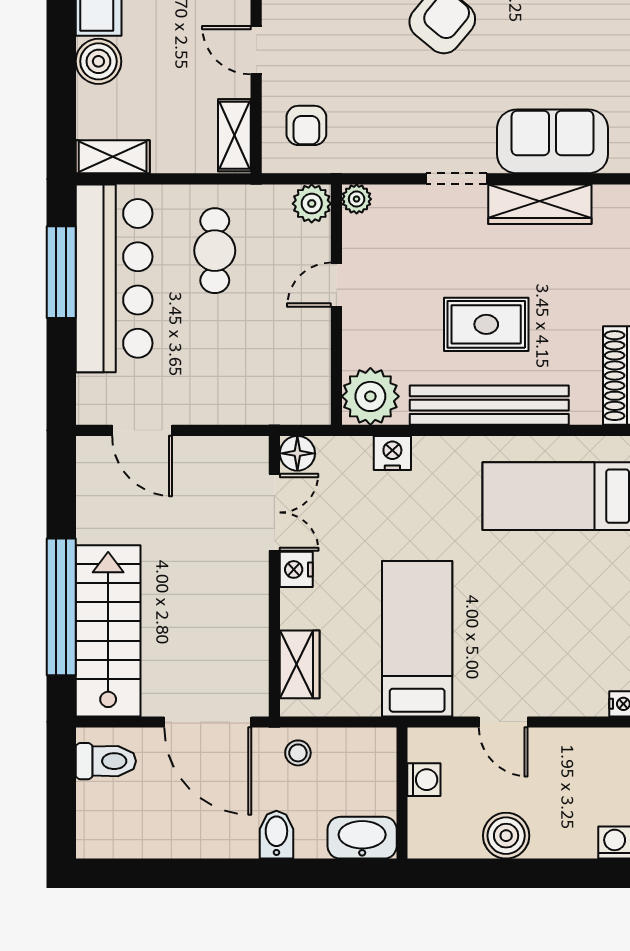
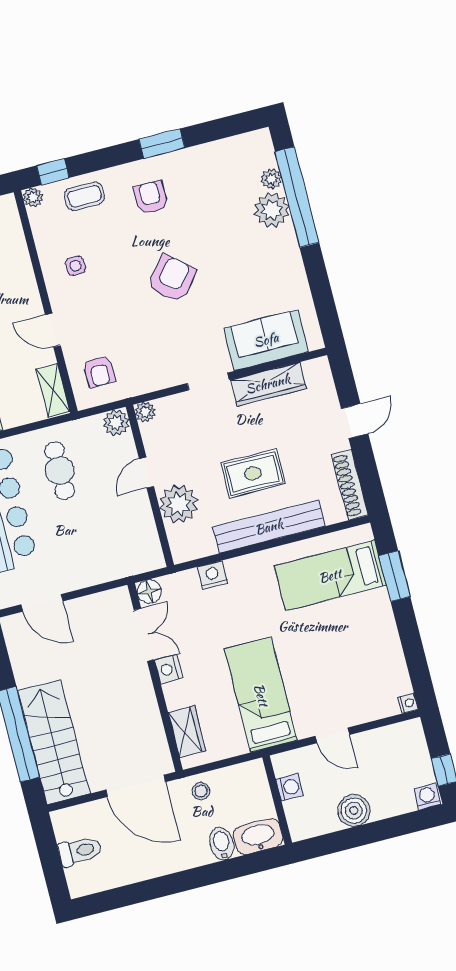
plant: (370, 396) -> (179, 504), moved
toilet: (106, 761) -> (80, 851), moved
bidet: (276, 835) -> (222, 844), moved

